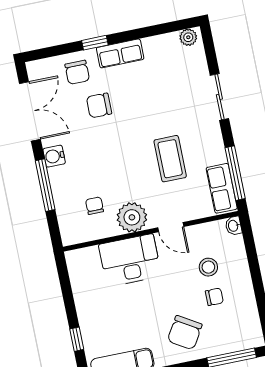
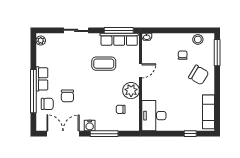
window: (95, 43) -> (33, 91), width x3.17
row of seats: (222, 188) -> (119, 39), width x1.48
desk: (130, 260) -> (154, 116), moved
stool: (208, 267) -> (198, 39), moved

